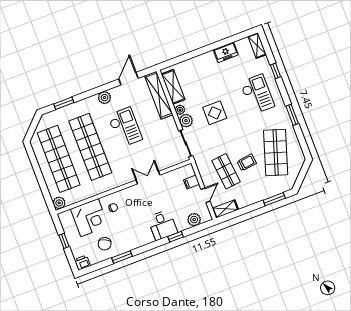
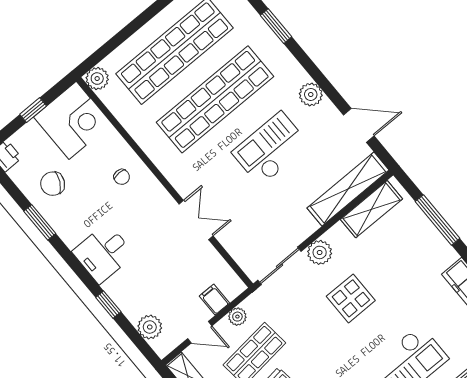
window: (190, 55) -> (438, 220), added
plant: (180, 110) -> (237, 317), moved
checkout: (125, 127) -> (271, 149), turned 180
corner desk: (90, 218) -> (73, 120), moved, turned -90
desk: (163, 225) -> (103, 253), moved

